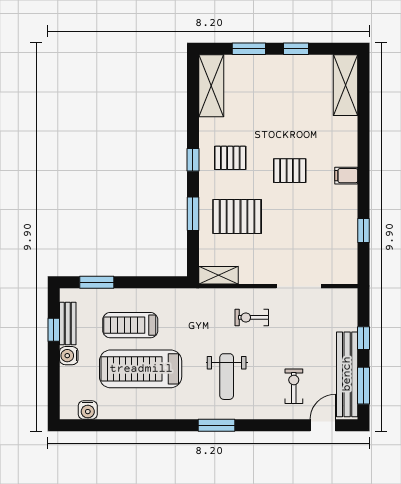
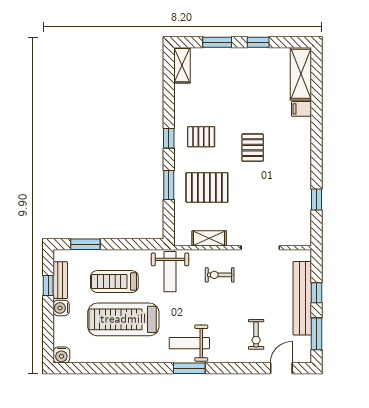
shelving: (211, 86) -> (182, 65), width x0.67, depth x0.75
pallet: (290, 171) -> (253, 148), turned 90
filing cabinet: (346, 176) -> (302, 109), moved
shelving: (218, 275) -> (209, 238), moved
weight bench: (194, 314) -> (170, 272), added
bench: (347, 374) -> (302, 298), moved
weight bench: (227, 377) -> (189, 343), moved, turned 90
exercise bike: (294, 386) -> (256, 334), turned 180
water cooler: (88, 410) -> (61, 355), moved

